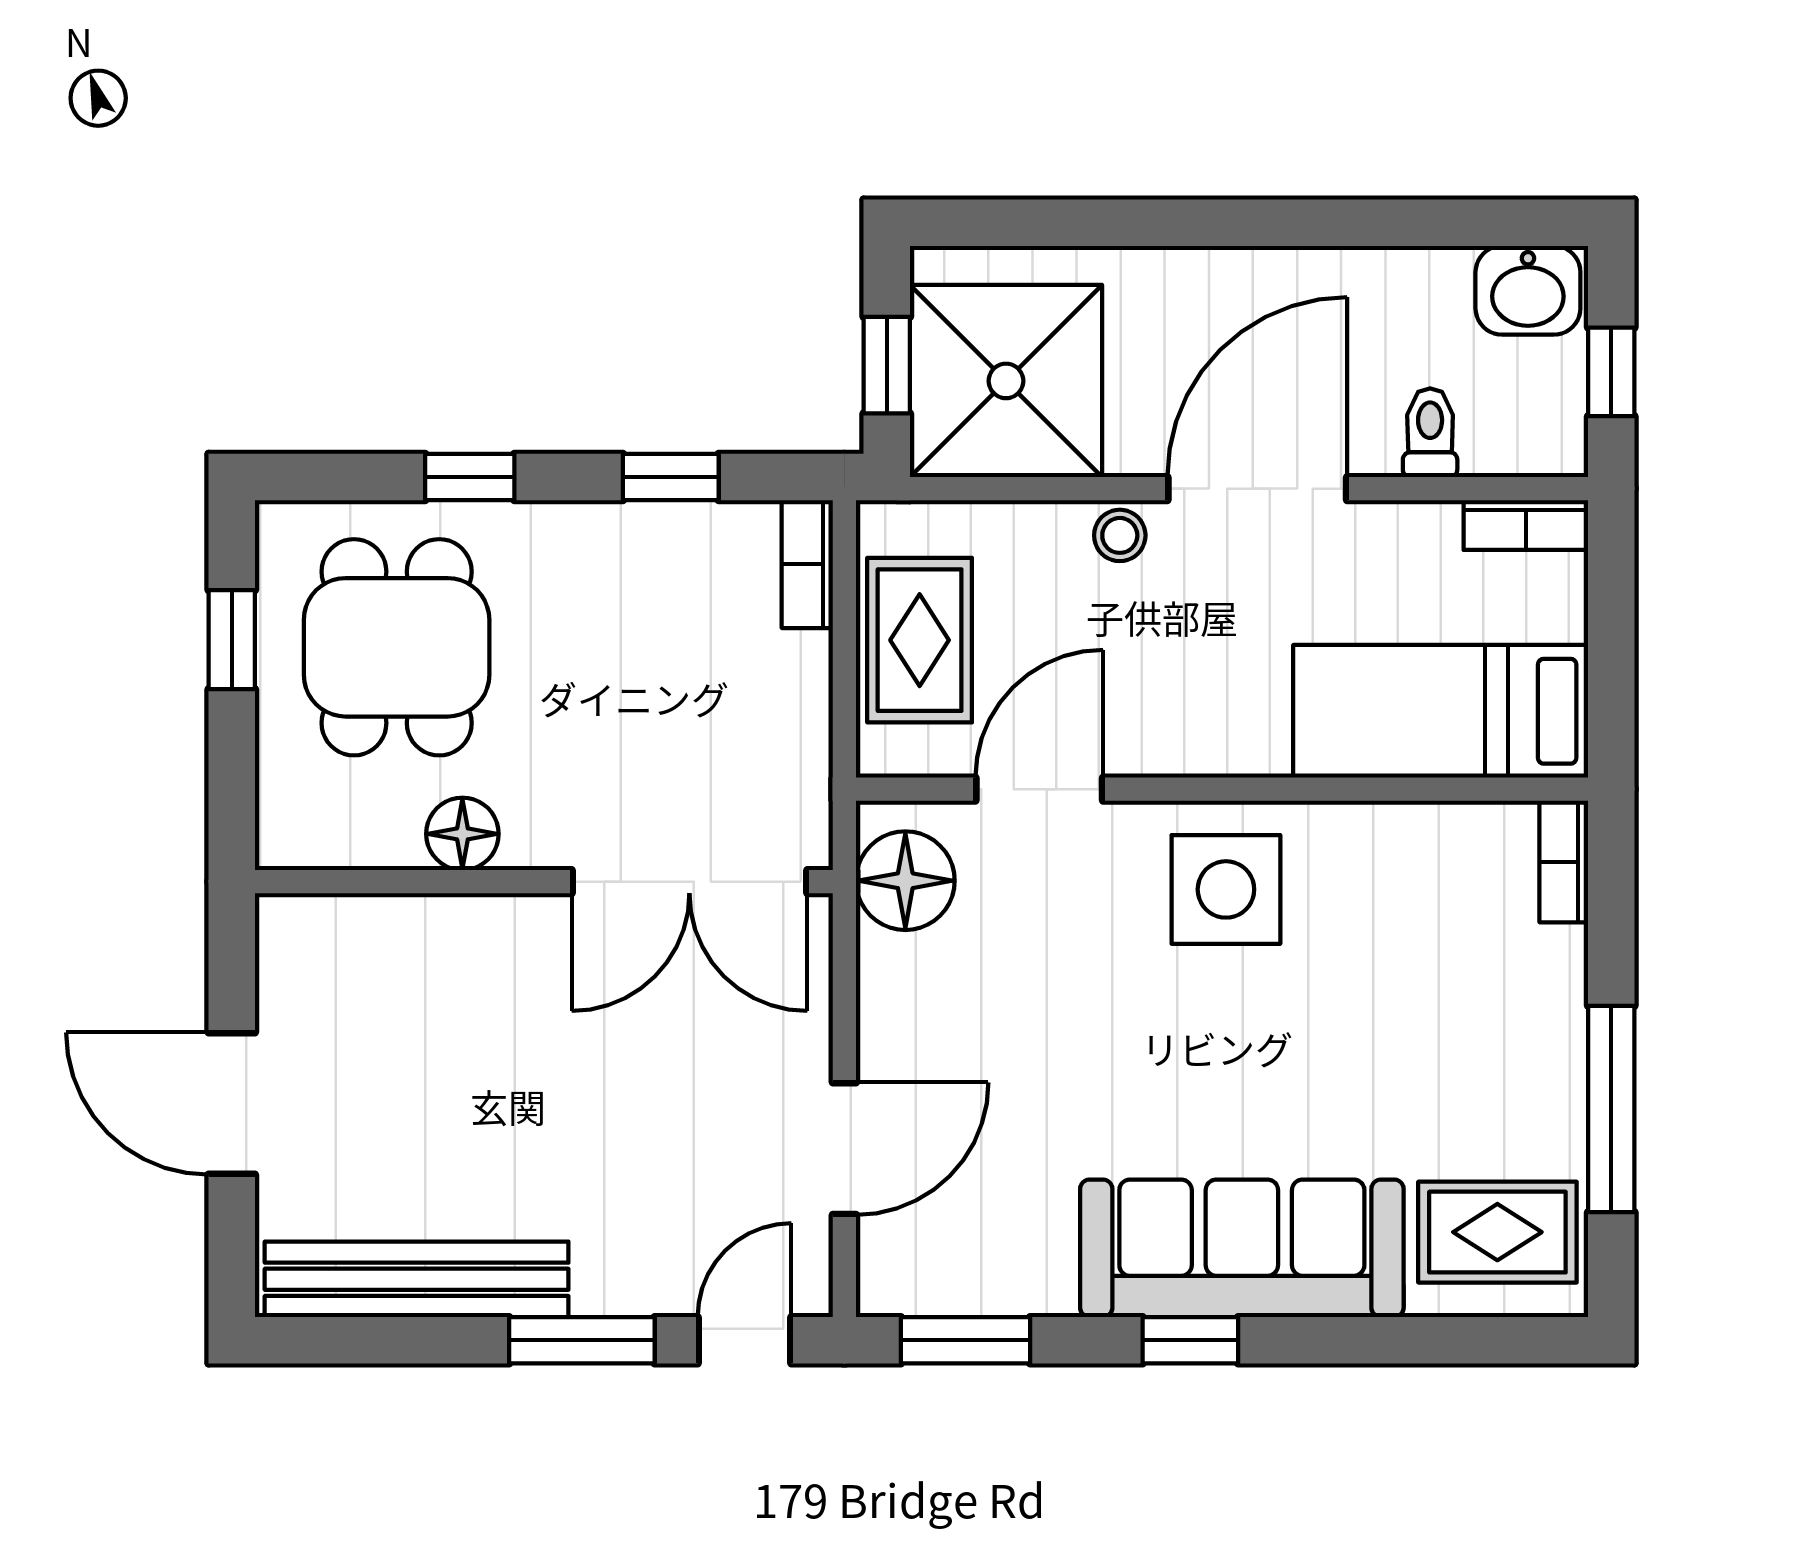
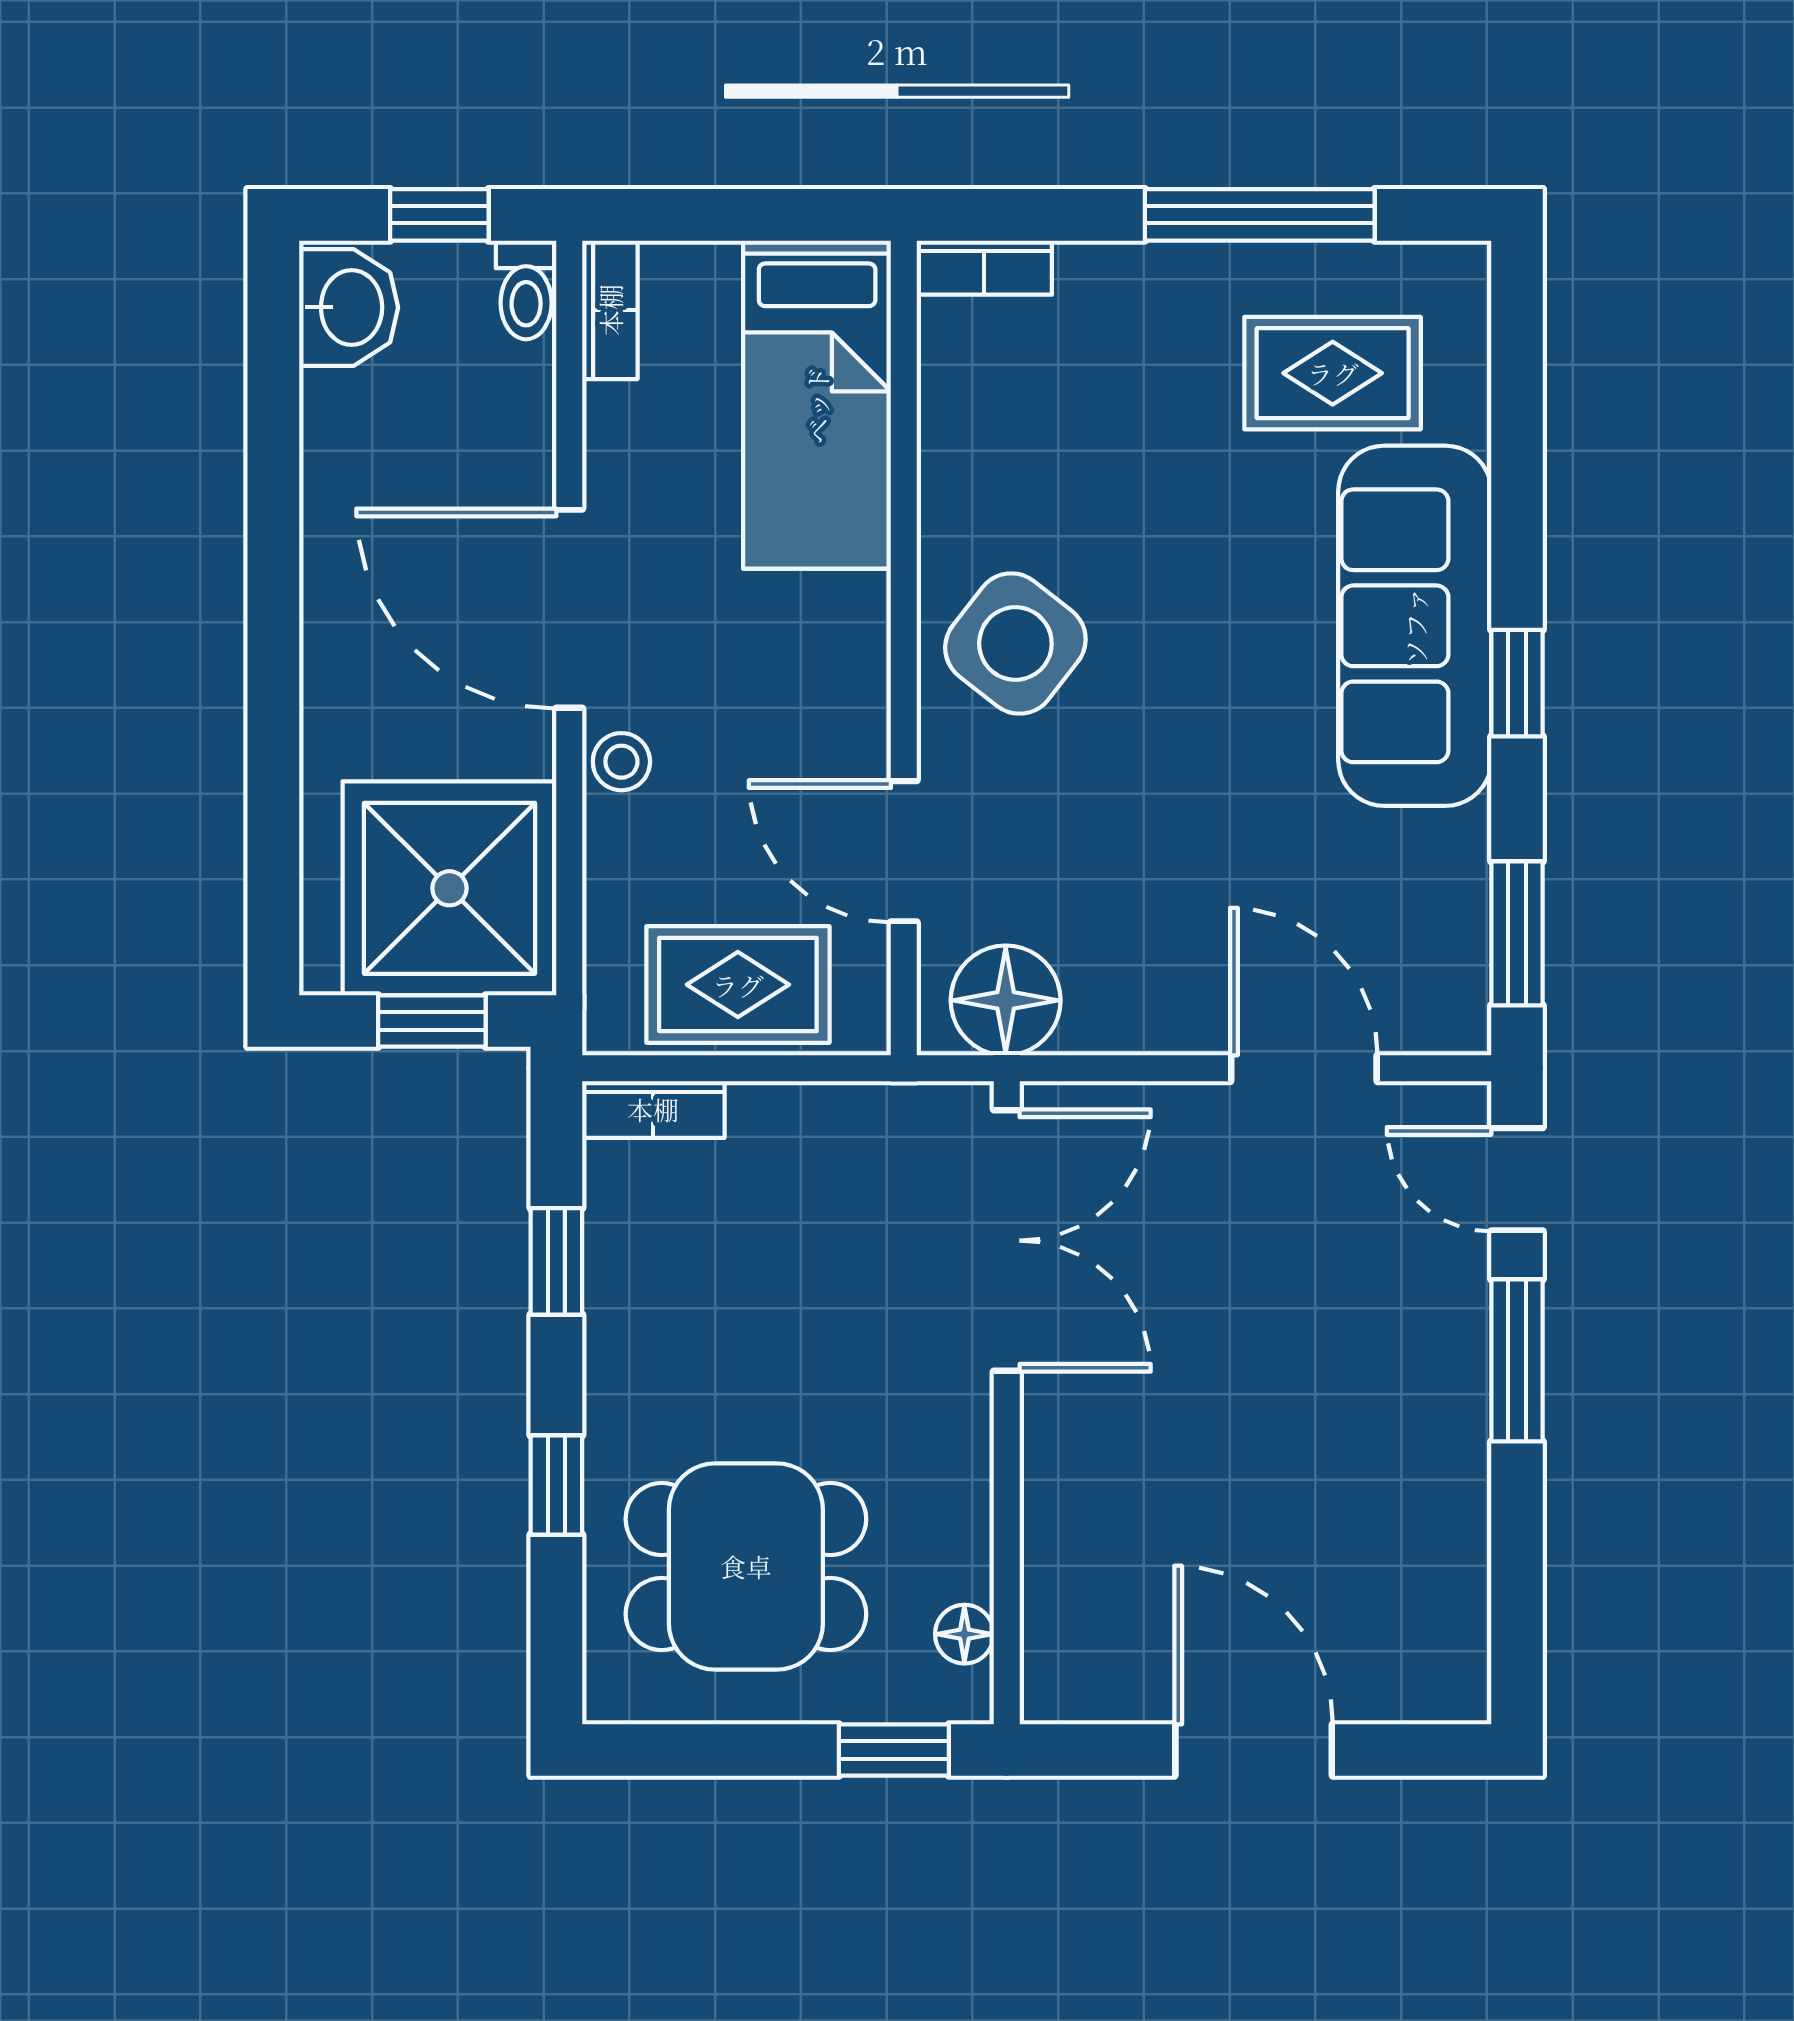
toilet: (1430, 433) -> (526, 290), moved, turned -90
window: (232, 640) -> (894, 1750), moved
floor lamp: (462, 834) -> (964, 1634), moved, width x0.73, depth x0.73
side table: (1226, 889) -> (1015, 644), turned 38
door: (232, 1104) -> (1254, 1750), swing flipped
rug: (1497, 1232) -> (1333, 373), moved, turned 90
bench: (417, 1279) -> (1449, 1544), removed

